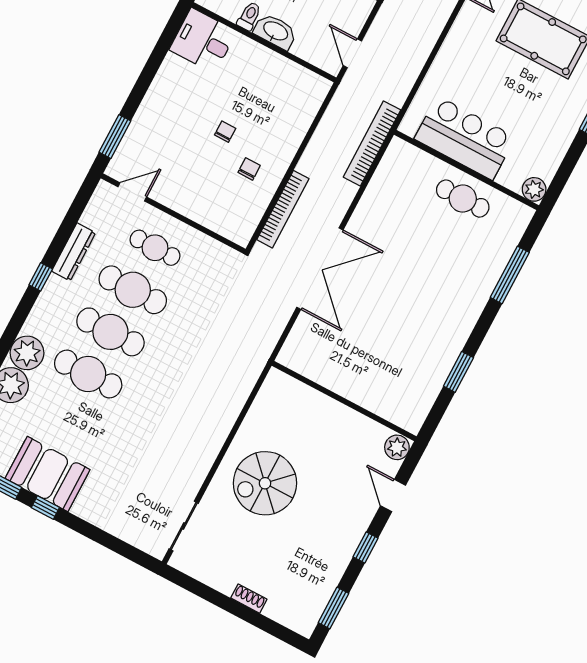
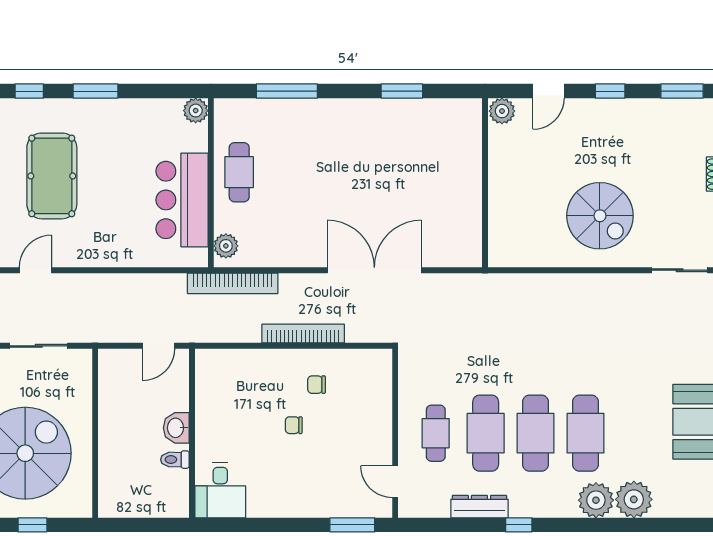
washbasin: (275, 31) -> (176, 428), width x0.72
plant: (407, 154) -> (226, 246), added
bookcase: (283, 209) -> (303, 334), moved

